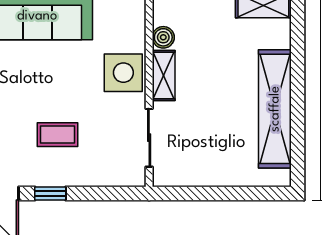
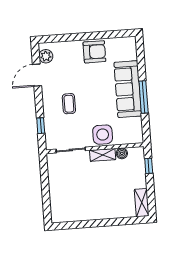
shelving: (275, 109) -> (90, 212), removed
window: (50, 194) -> (41, 126), moved

